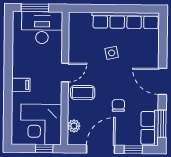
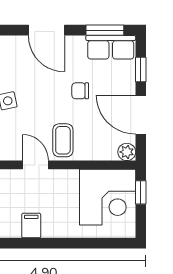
door: (163, 81) -> (46, 30), hinge flipped
filing cabinet: (21, 85) -> (31, 226), moved
plant: (74, 126) -> (127, 152), moved

